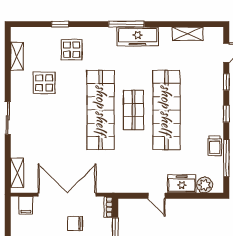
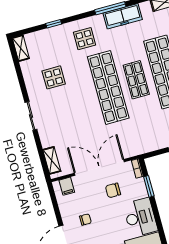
display table: (72, 50) -> (85, 39), moved
shelving: (17, 56) -> (21, 48), moved

